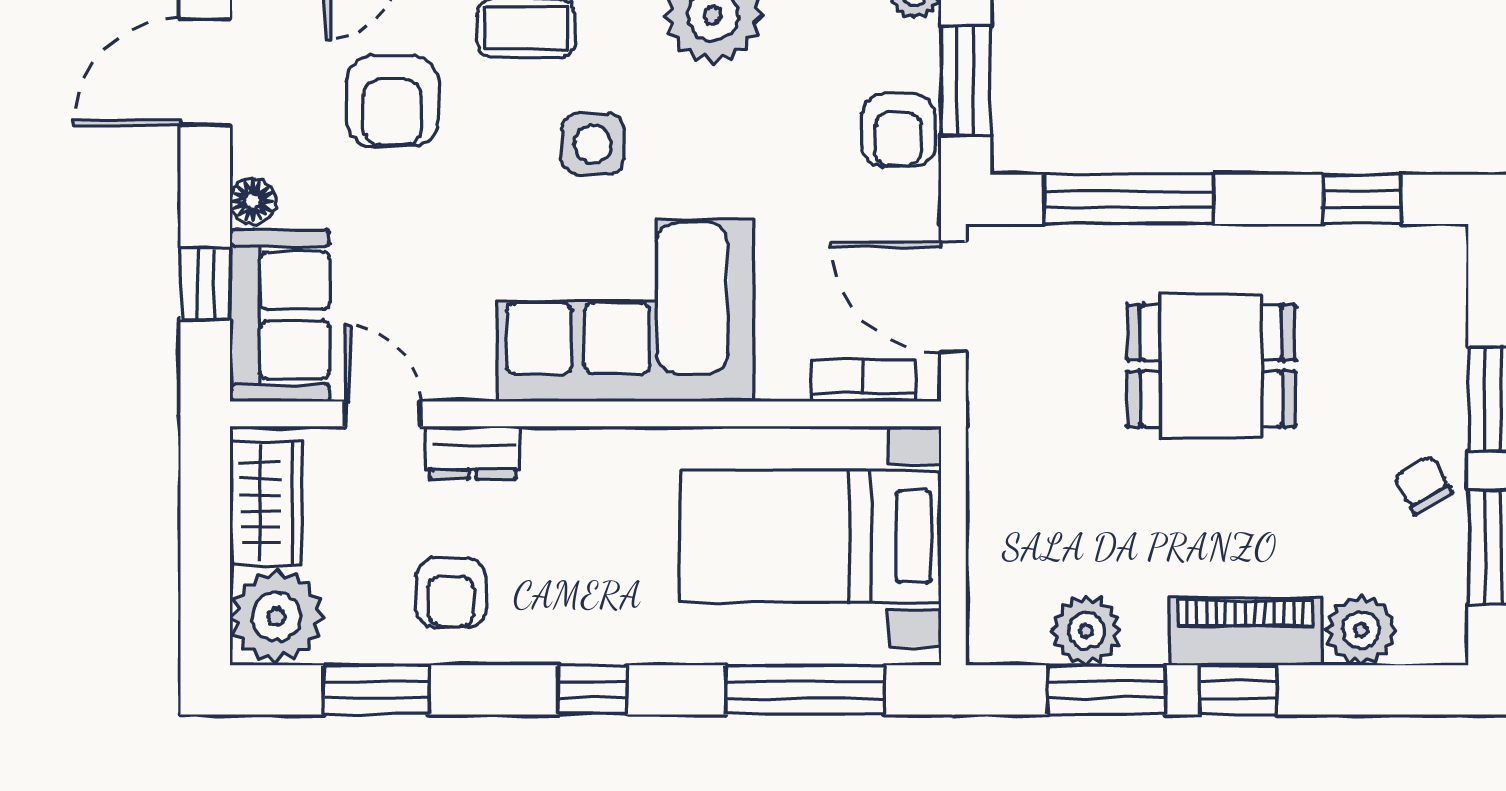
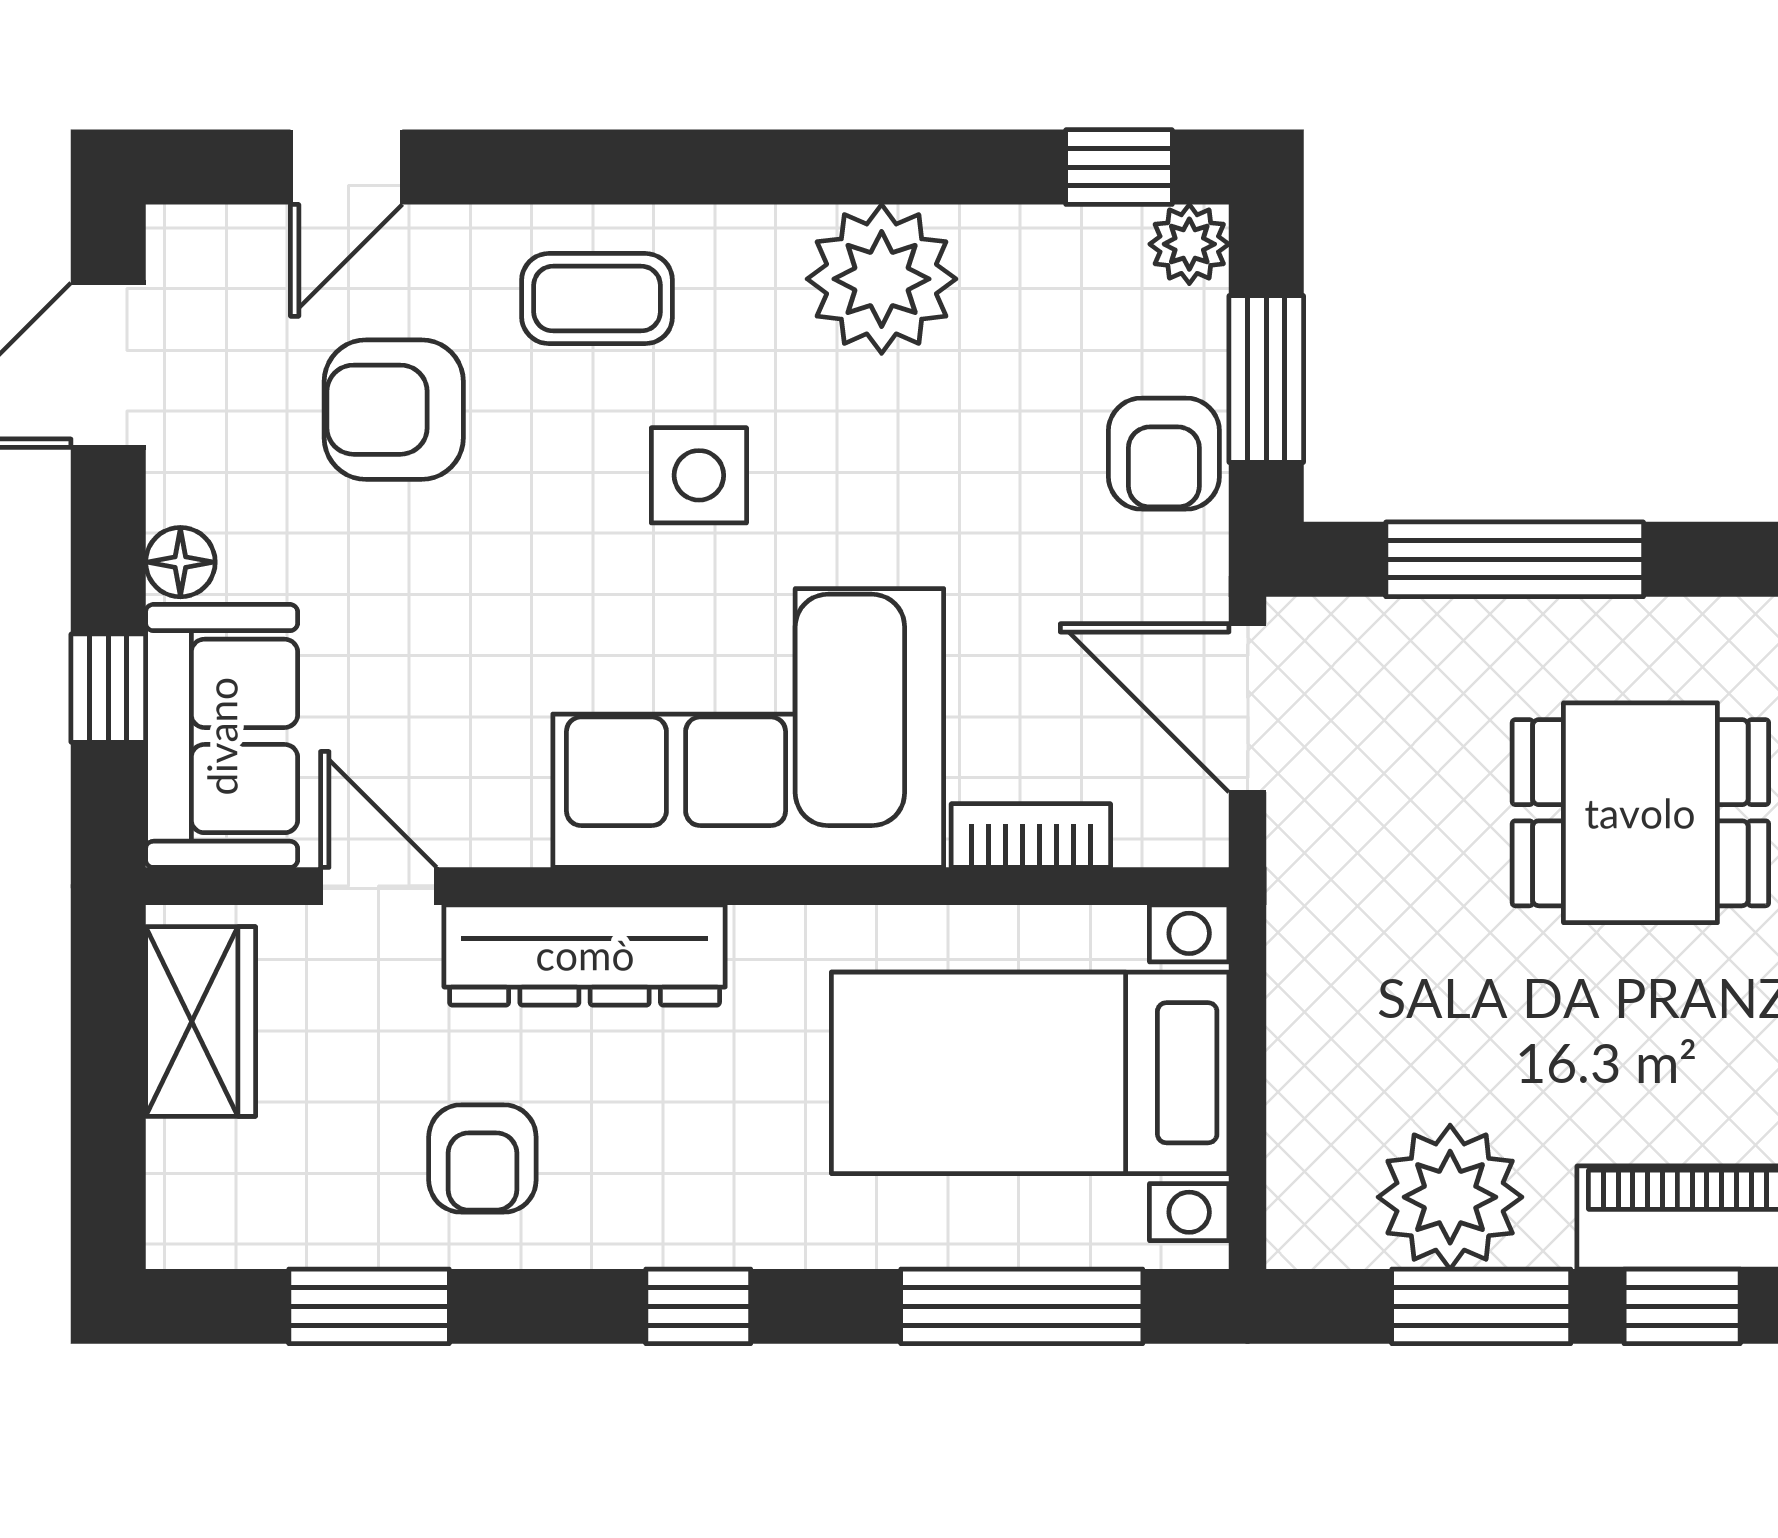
armchair: (393, 101) -> (394, 410), turned 90
bookcase: (864, 381) -> (1031, 836), moved
dresser: (473, 453) -> (585, 955), width x1.96, depth x1.24
plant: (277, 617) -> (217, 1195), removed
plant: (1086, 631) -> (1450, 1197), width x1.36, depth x1.36

